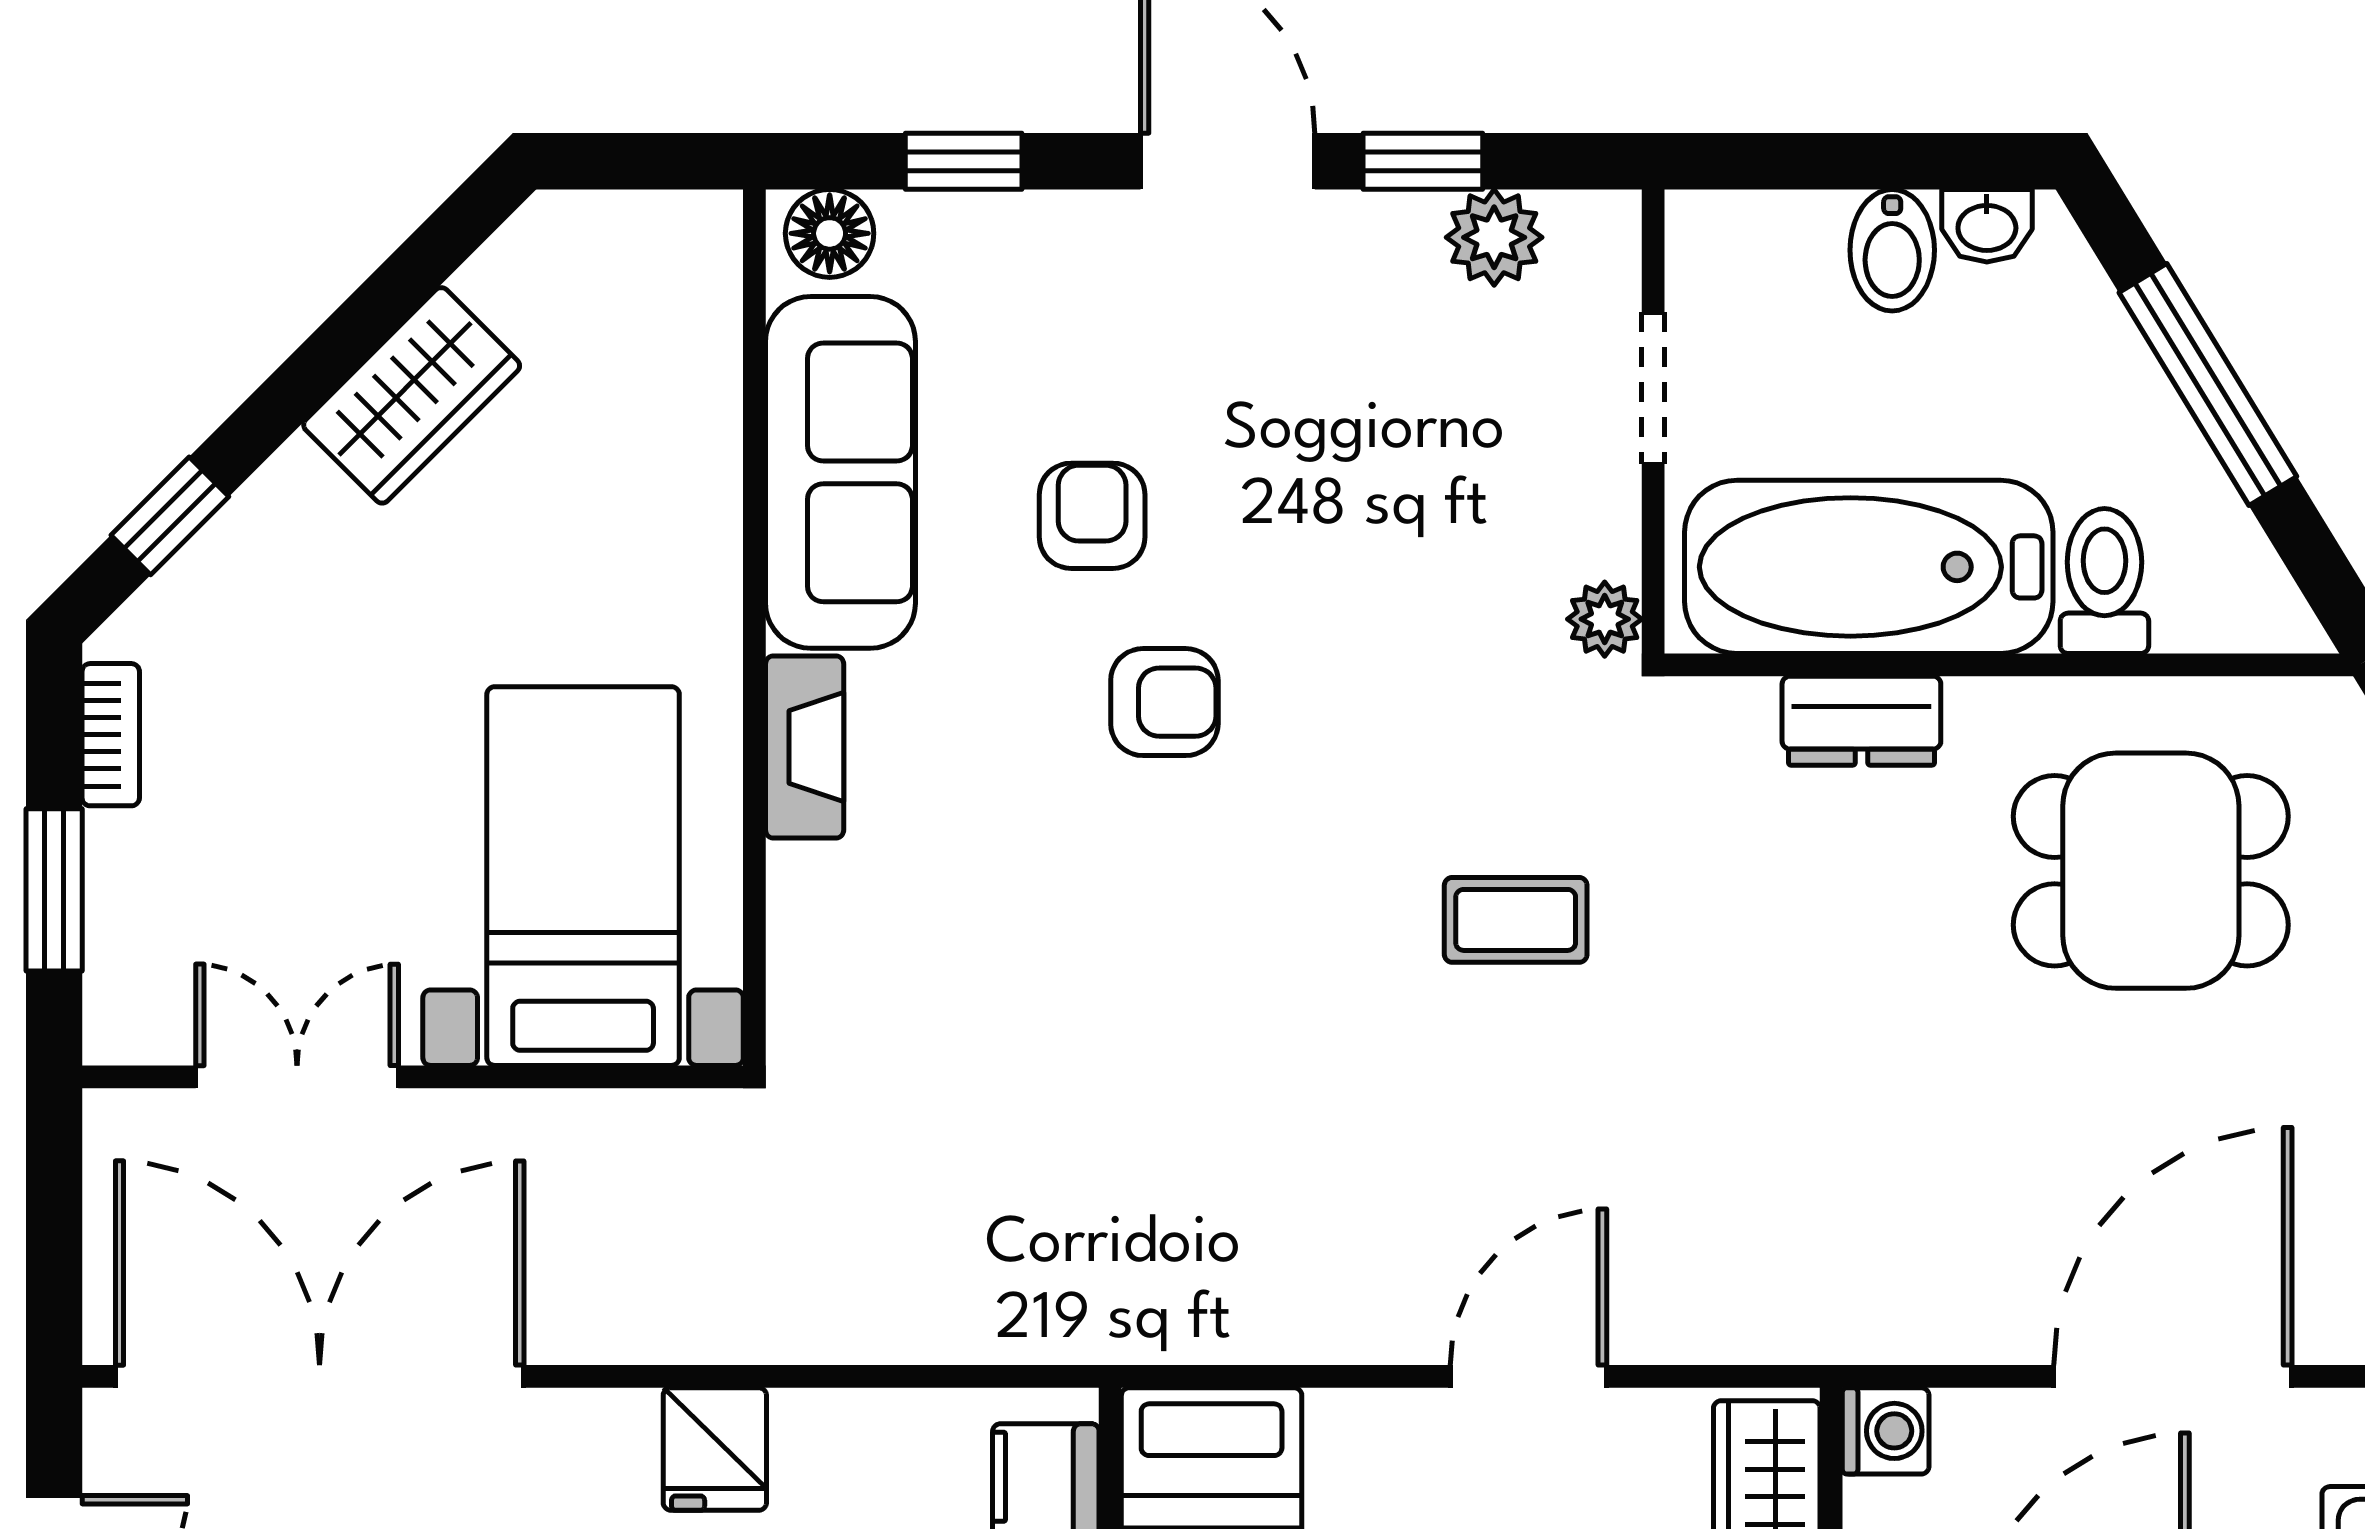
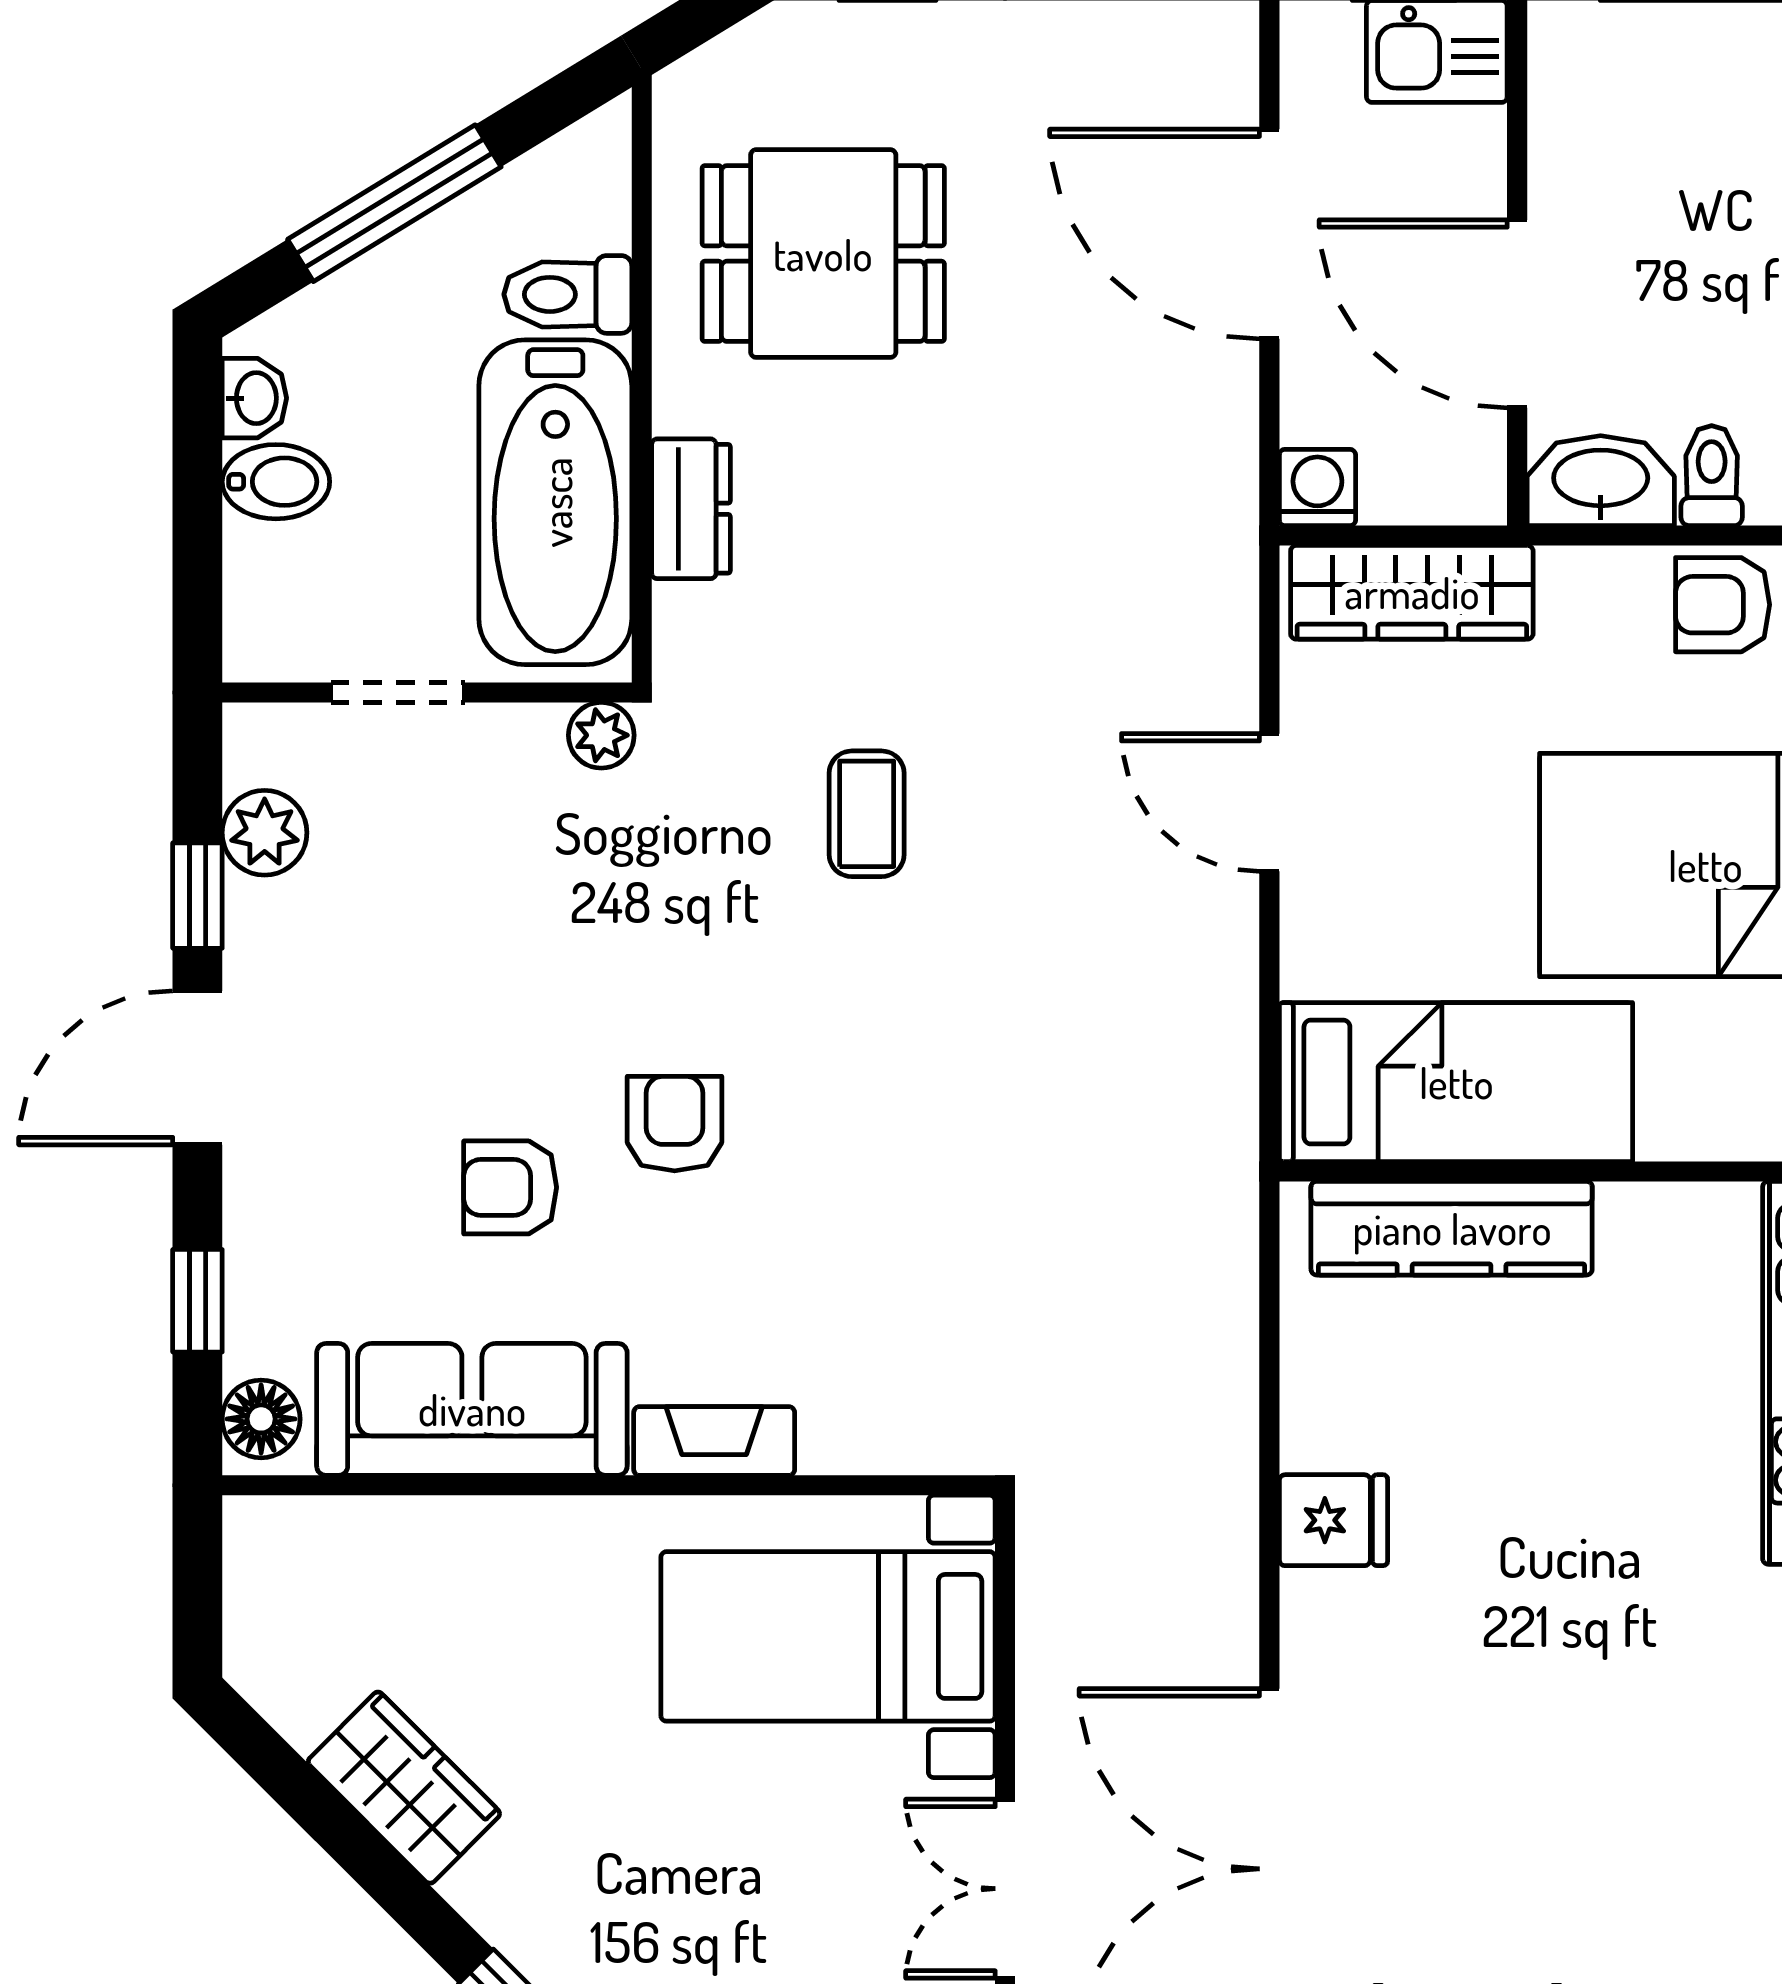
dining table: (2151, 871) -> (823, 254), turned 90

